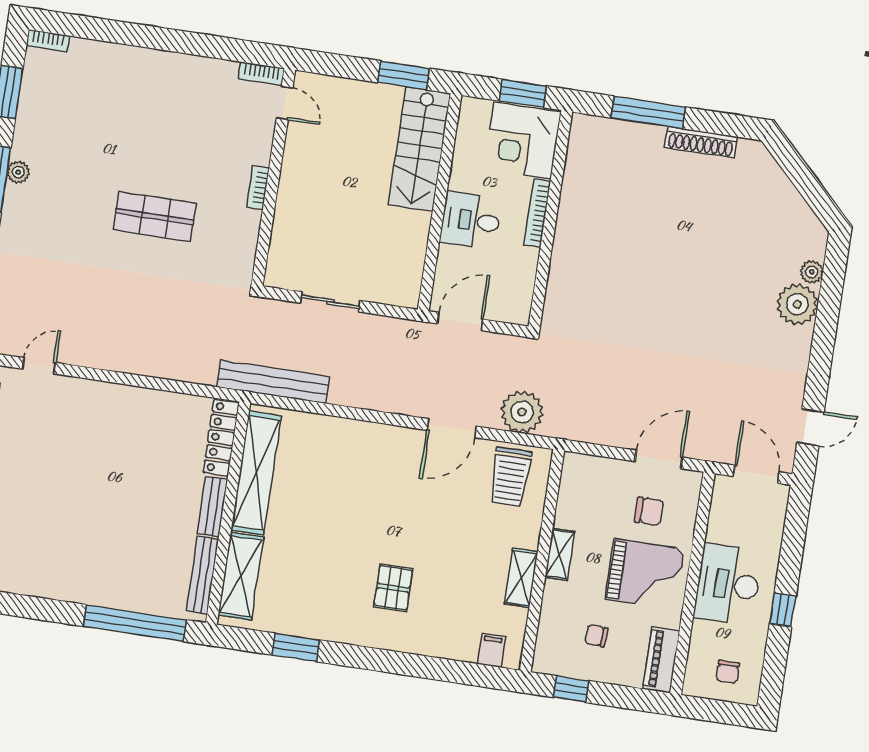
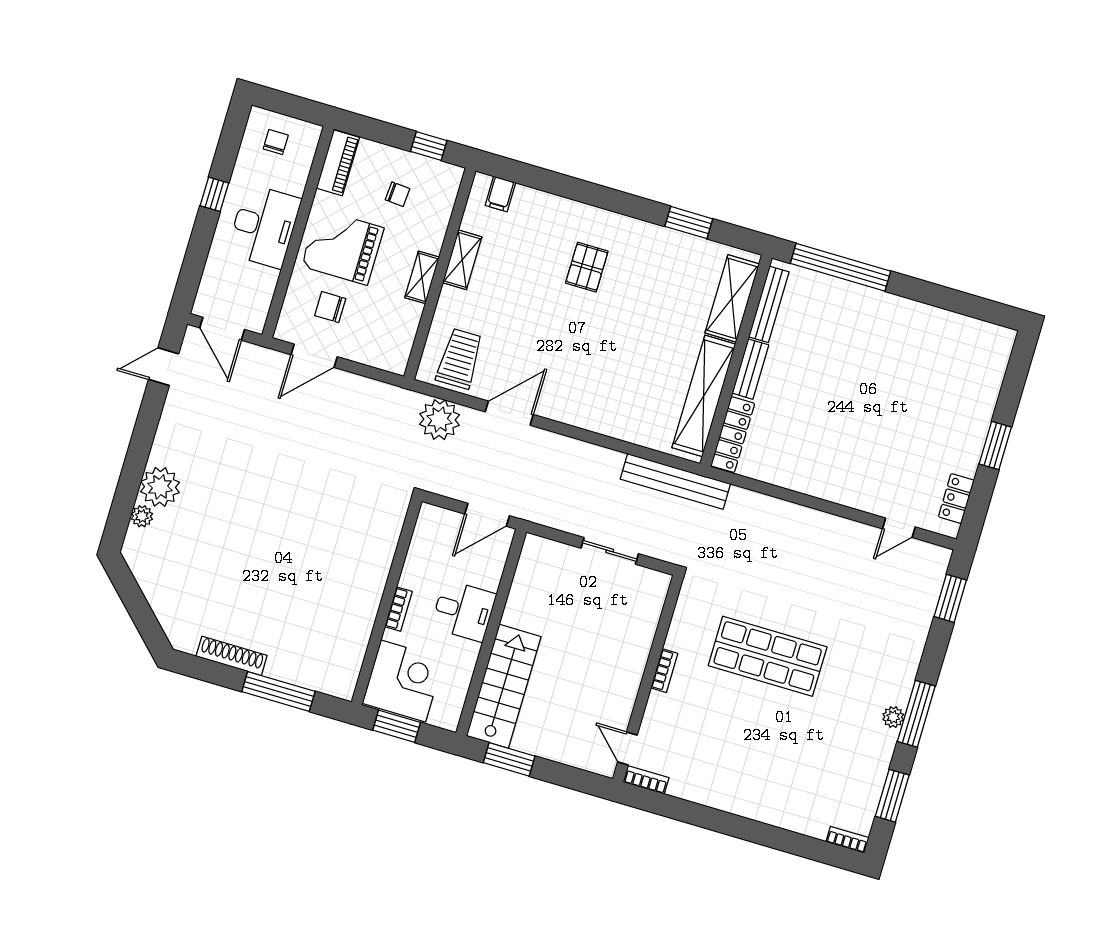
bookcase: (537, 213) -> (399, 609), width x0.64
shop shelf: (155, 217) -> (768, 656), width x1.43, depth x1.36

